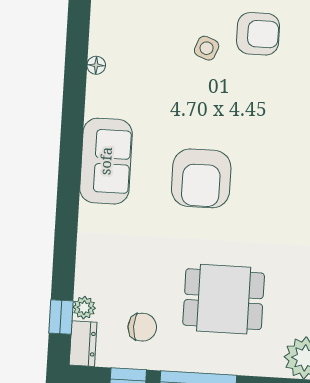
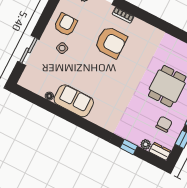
sofa: (106, 161) -> (74, 101), moved
armchair: (201, 178) -> (111, 42), moved
window: (61, 317) -> (129, 147), moved

